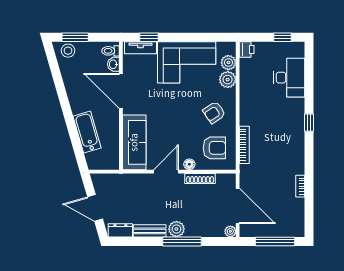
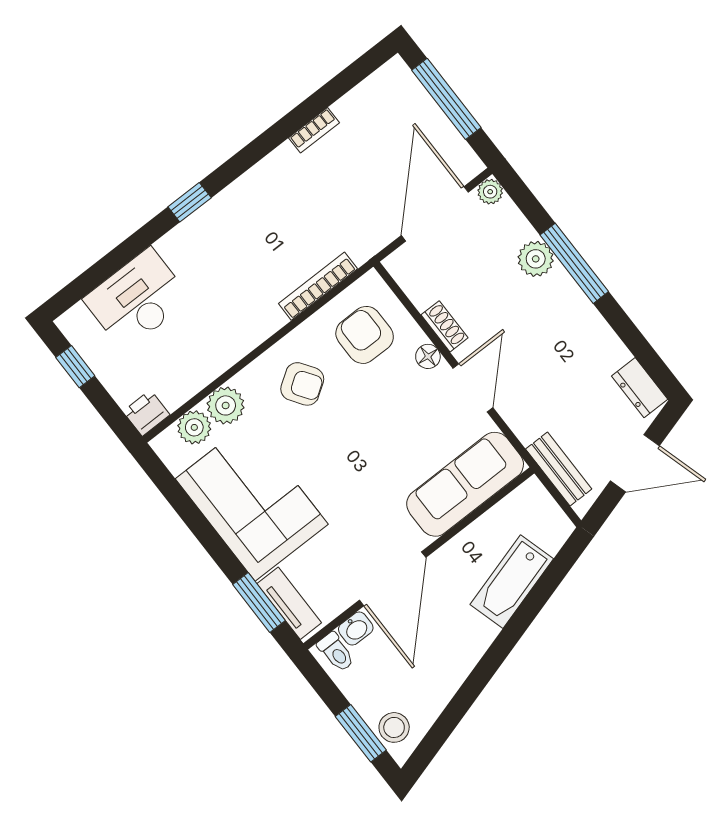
window: (149, 37) -> (259, 603), width x1.50
door: (166, 172) -> (473, 388), swing flipped
shoe rack: (200, 178) -> (445, 326), width x0.70
door: (95, 208) -> (635, 463), hinge flipped
plant: (176, 229) -> (536, 259), moved
bench: (150, 231) -> (559, 469), moved

